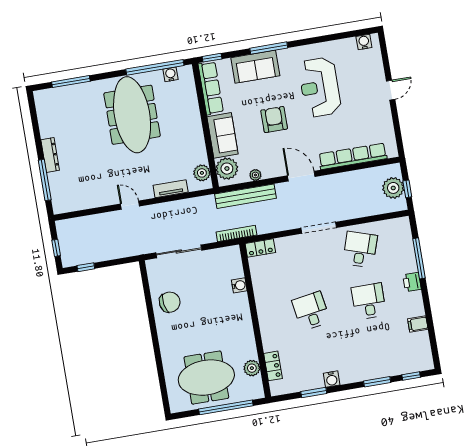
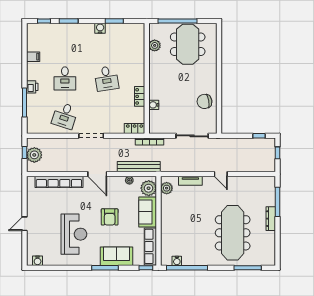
meeting table: (132, 115) -> (233, 233), moved
locker: (273, 366) -> (140, 96), moved
meeting table: (206, 378) -> (188, 44), turned 90

